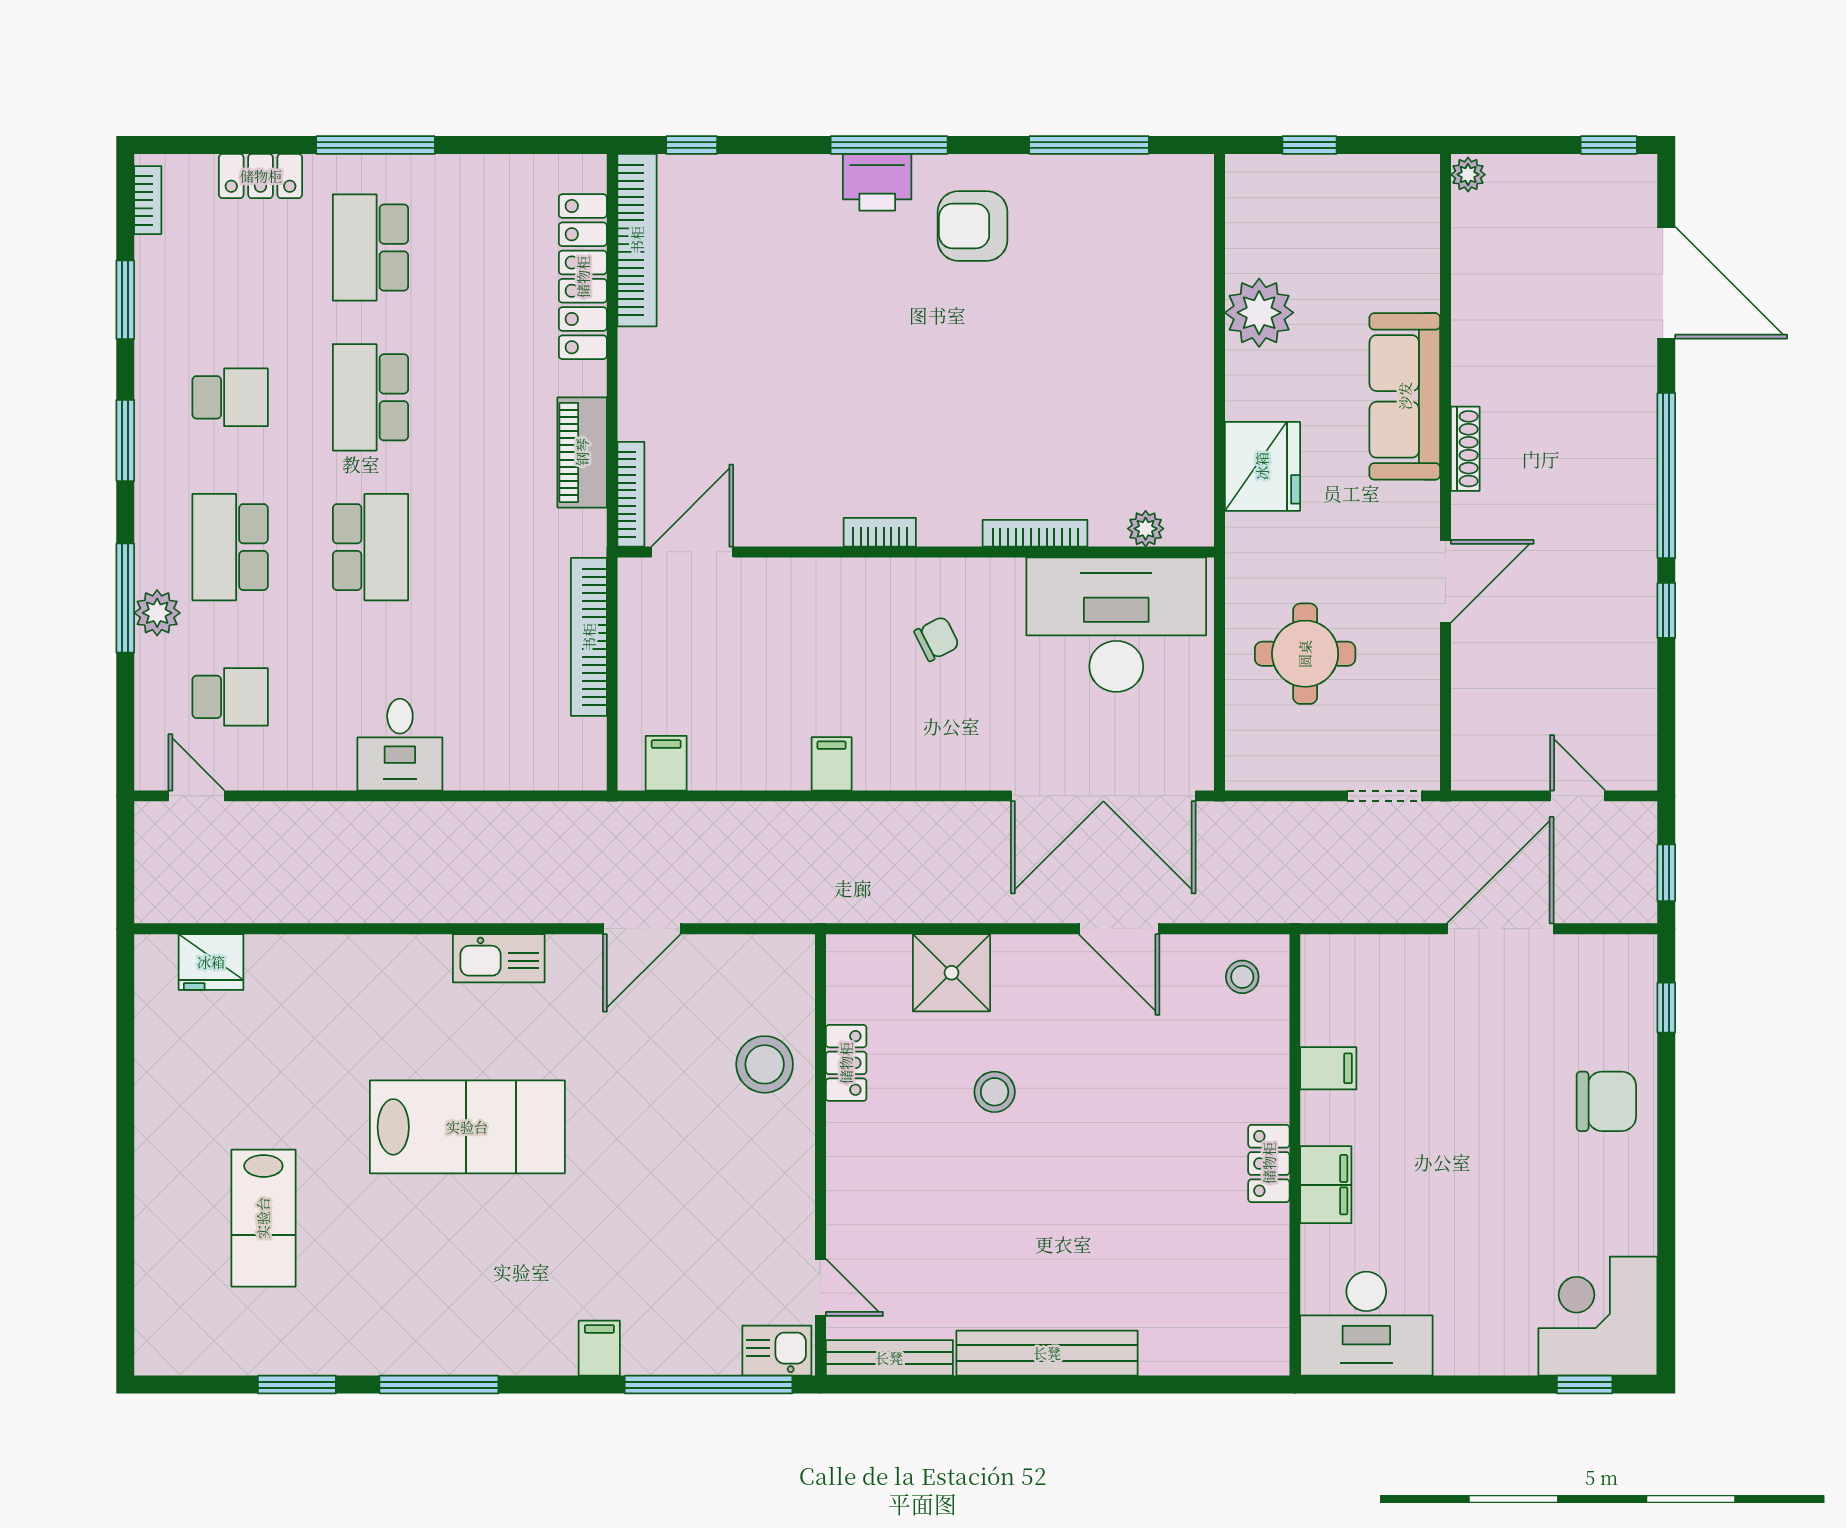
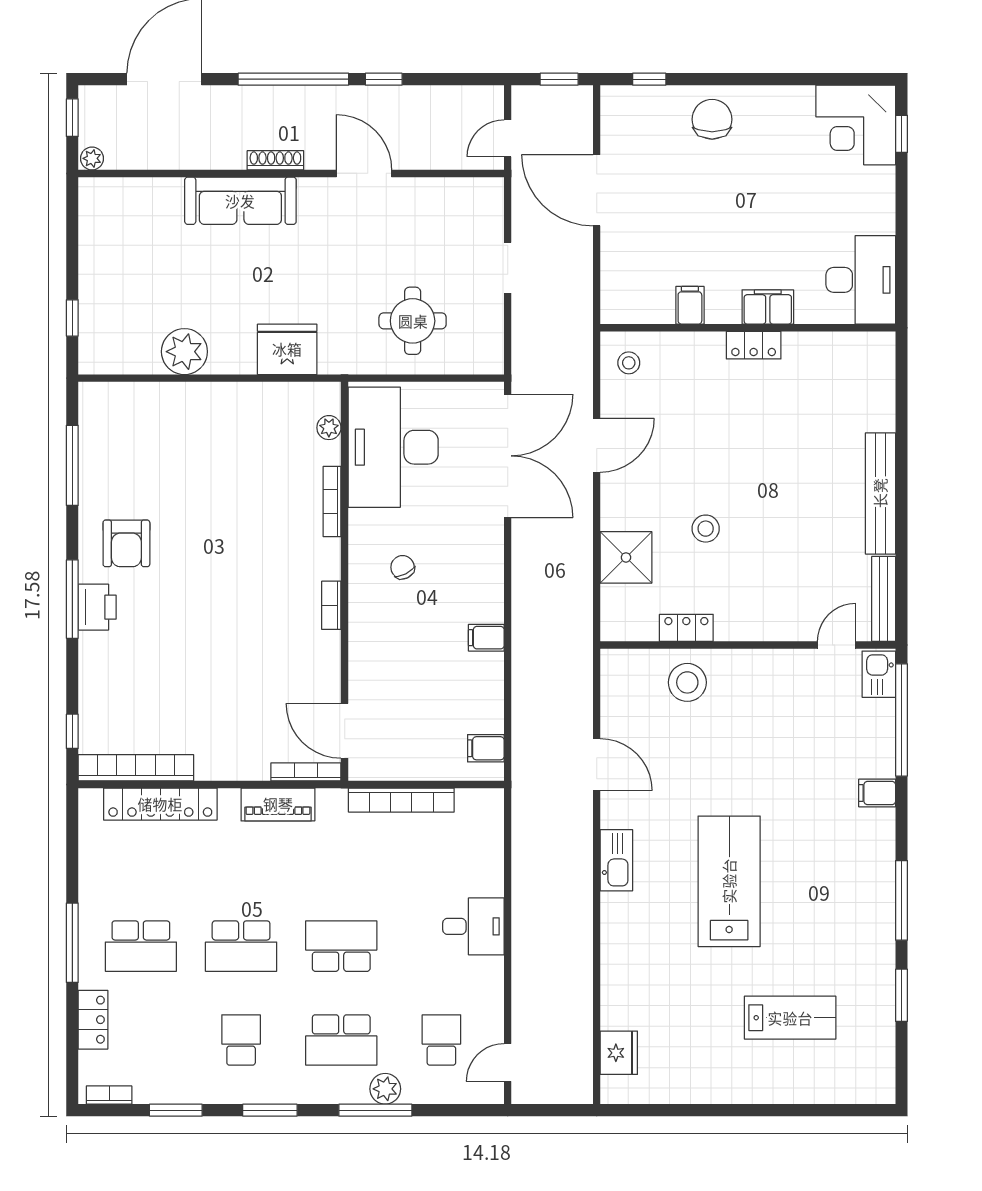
plant: (1468, 175) -> (92, 158), moved
sofa: (1405, 396) -> (240, 201), moved
shoe rack: (1465, 449) -> (275, 160), moved
wall: (1446, 472) -> (291, 173), moved
door: (1446, 581) -> (364, 173), moved

